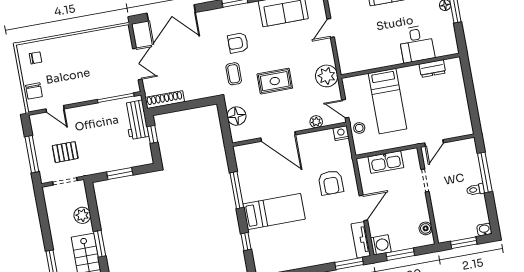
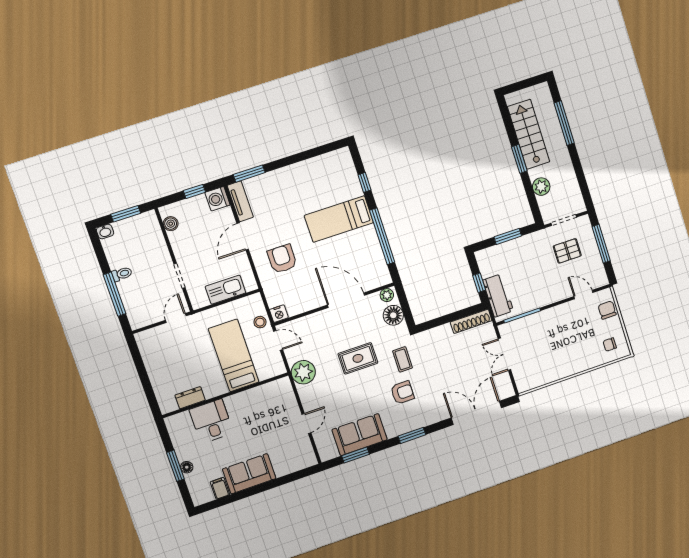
plant: (316, 122) -> (387, 295), moved
window: (237, 190) -> (382, 236), width x1.46
window: (400, 254) -> (194, 191), width x0.67

